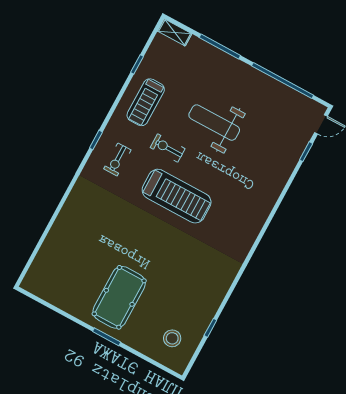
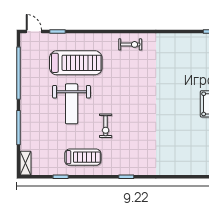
exercise bike: (117, 159) -> (130, 44), moved
treadmill: (177, 196) -> (76, 63), moved, turned 90

